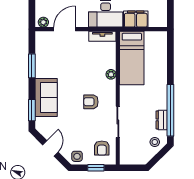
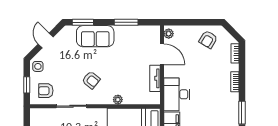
tv unit: (102, 36) -> (155, 78), moved
armchair: (91, 102) -> (91, 80), turned 128
door: (50, 148) -> (46, 40), swing flipped

